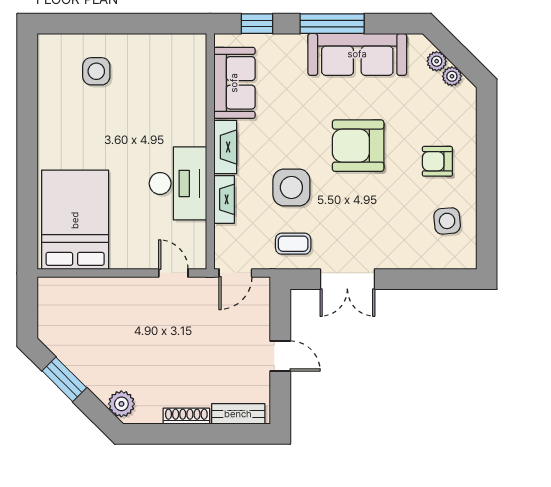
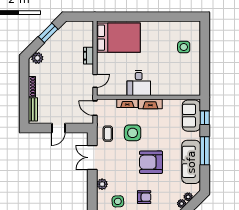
sofa: (234, 83) -> (191, 116), moved, turned 90
armchair: (358, 146) -> (151, 162), turned -90
armchair: (437, 161) -> (144, 197), turned 90
desk: (178, 183) -> (139, 83), width x0.73
plant: (408, 257) -> (102, 184), added
dresser: (116, 288) -> (89, 56), added

